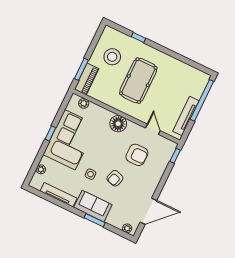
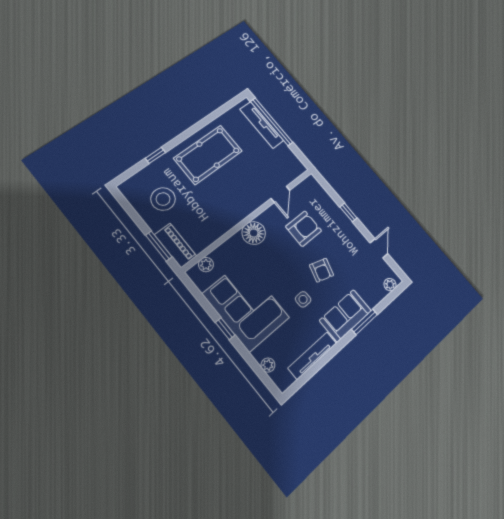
pool table: (138, 81) -> (208, 155), moved, turned 90
tv unit: (186, 116) -> (262, 125), moved
door: (153, 129) -> (280, 194), swing flipped
window: (175, 156) -> (348, 212), moved
door: (148, 211) -> (379, 248), width x0.53

